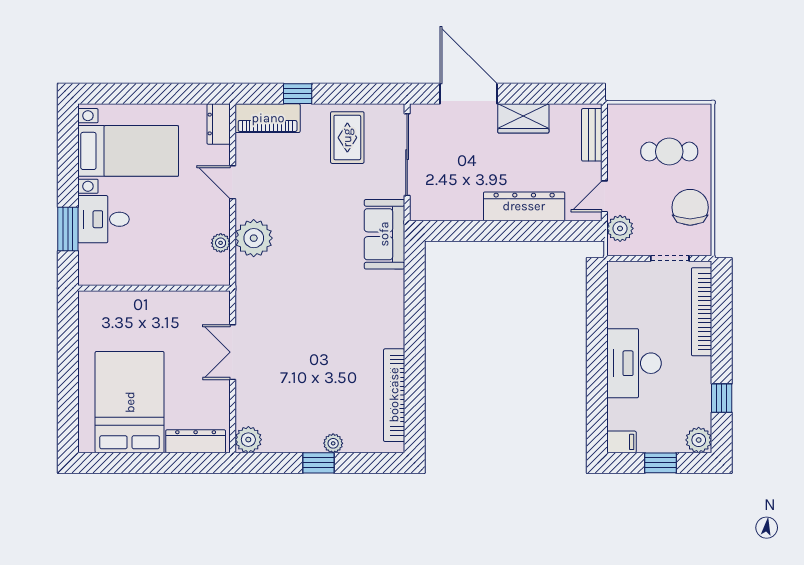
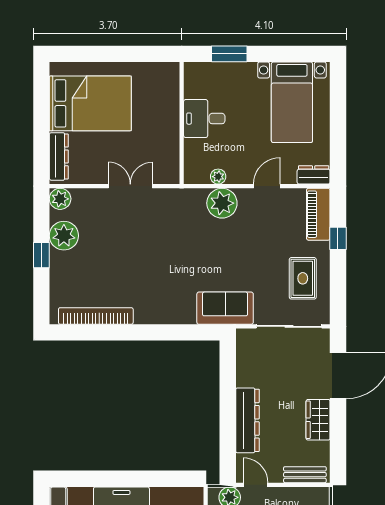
rug: (347, 138) -> (303, 278), turned 90
desk: (103, 219) -> (204, 119), moved, turned -90
plant: (333, 443) -> (64, 236), moved, width x1.88, depth x1.88

